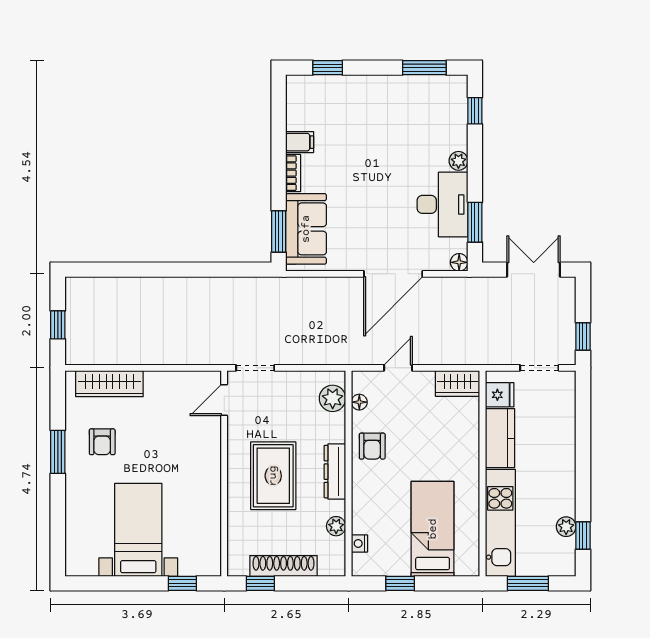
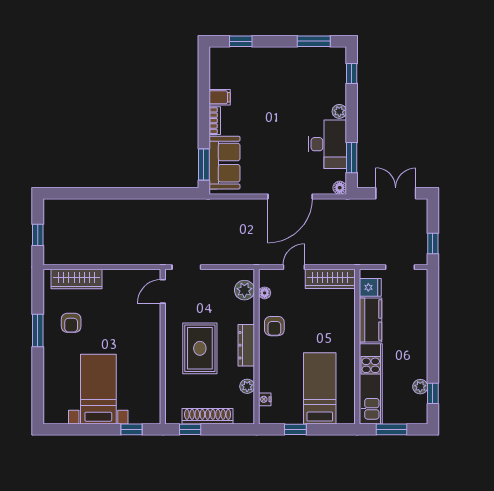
wardrobe: (458, 383) -> (330, 279), width x1.50

